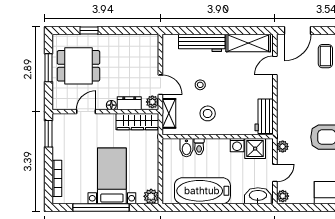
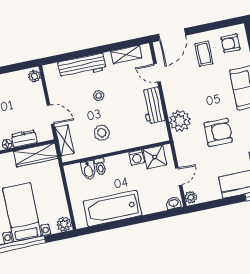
shelving: (248, 43) -> (126, 55), width x0.67, depth x0.75
door: (275, 65) -> (157, 73), hinge flipped
stool: (200, 85) -> (99, 96), moved
plant: (152, 102) -> (34, 76), moved
workbench: (264, 116) -> (153, 105), moved
plant: (283, 147) -> (180, 121), moved, width x1.88, depth x1.88
washbasin: (258, 196) -> (174, 203), width x0.52, depth x0.69

